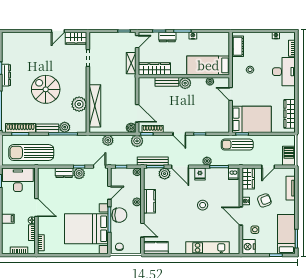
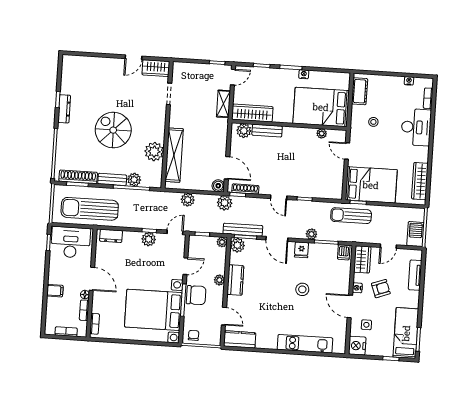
dresser: (167, 37) -> (271, 74), removed
bed: (208, 65) -> (321, 107), width x1.50
plant: (185, 83) -> (244, 131), moved
dresser: (64, 173) -> (111, 236), moved
plant: (165, 174) -> (237, 245), moved

